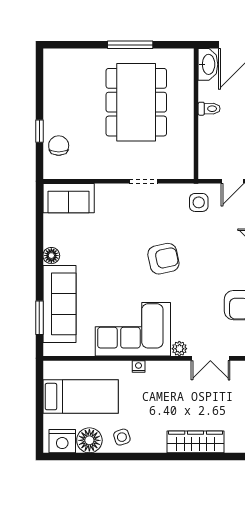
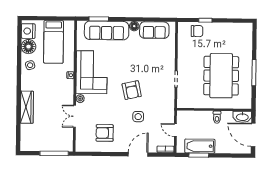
dining table: (136, 102) -> (221, 76), turned 90
sofa: (69, 198) -> (154, 30), moved, turned -90
side table: (199, 202) -> (138, 117), moved

